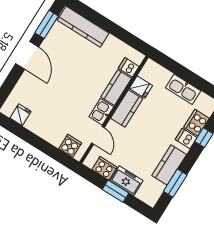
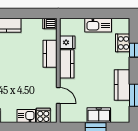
dishwasher: (129, 67) -> (50, 24), moved
kitchen sink: (101, 112) -> (26, 116), moved, turned 90
dishwasher: (186, 138) -> (122, 59), removed
cooker: (104, 168) -> (78, 116), removed

